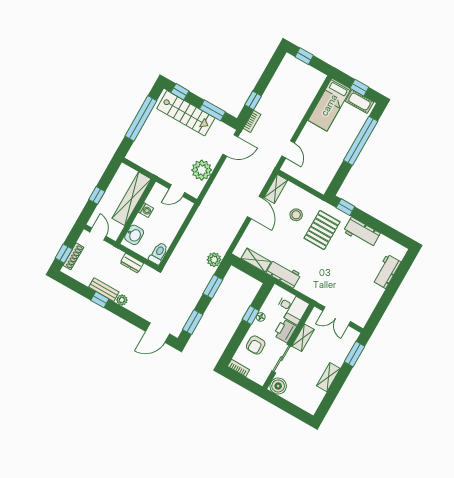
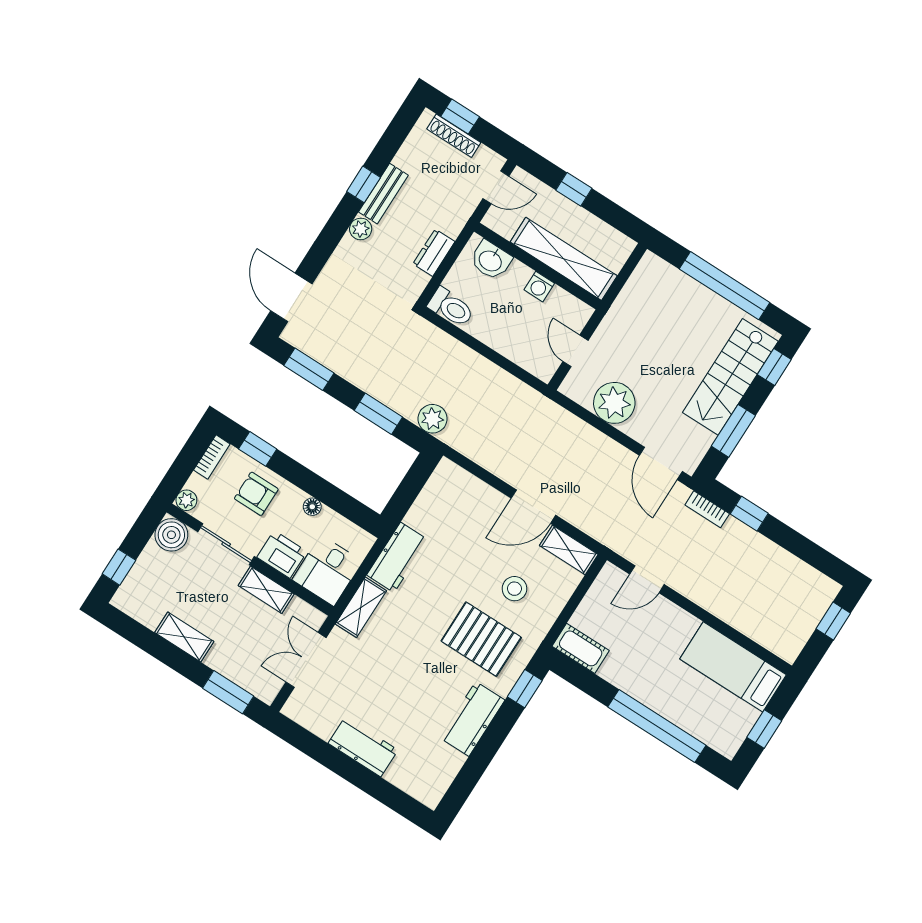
cot: (359, 102) -> (581, 648), moved, turned 90
shelving: (256, 260) -> (361, 607), moved
workbench: (386, 271) -> (363, 747), moved
window: (251, 315) -> (258, 449), moved
plant: (261, 379) -> (186, 500), added
window: (295, 411) -> (119, 567), added

